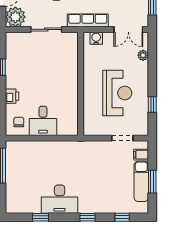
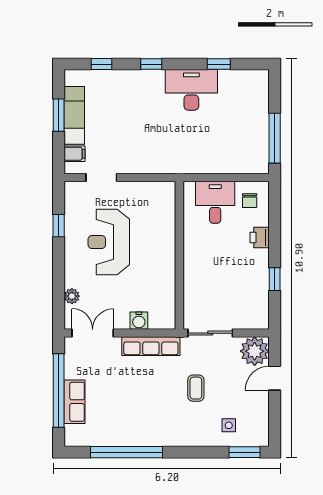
wall: (81, 84) -> (179, 255), moved

